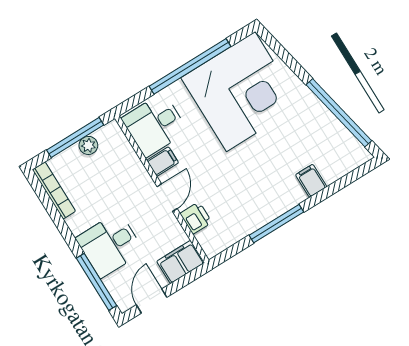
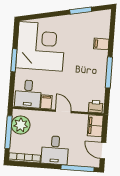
window: (190, 66) -> (14, 60), width x0.47
window: (339, 113) -> (81, 11), width x0.47
plant: (88, 145) -> (21, 125), width x1.87, depth x1.87
printer: (196, 218) -> (96, 106), moved
desk: (110, 245) -> (55, 150), moved

